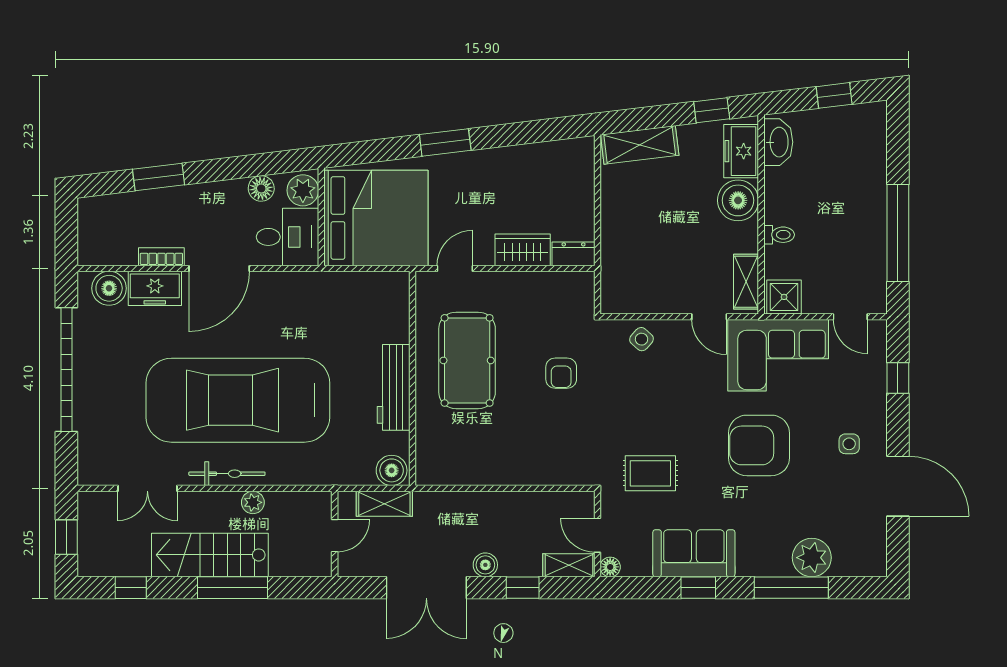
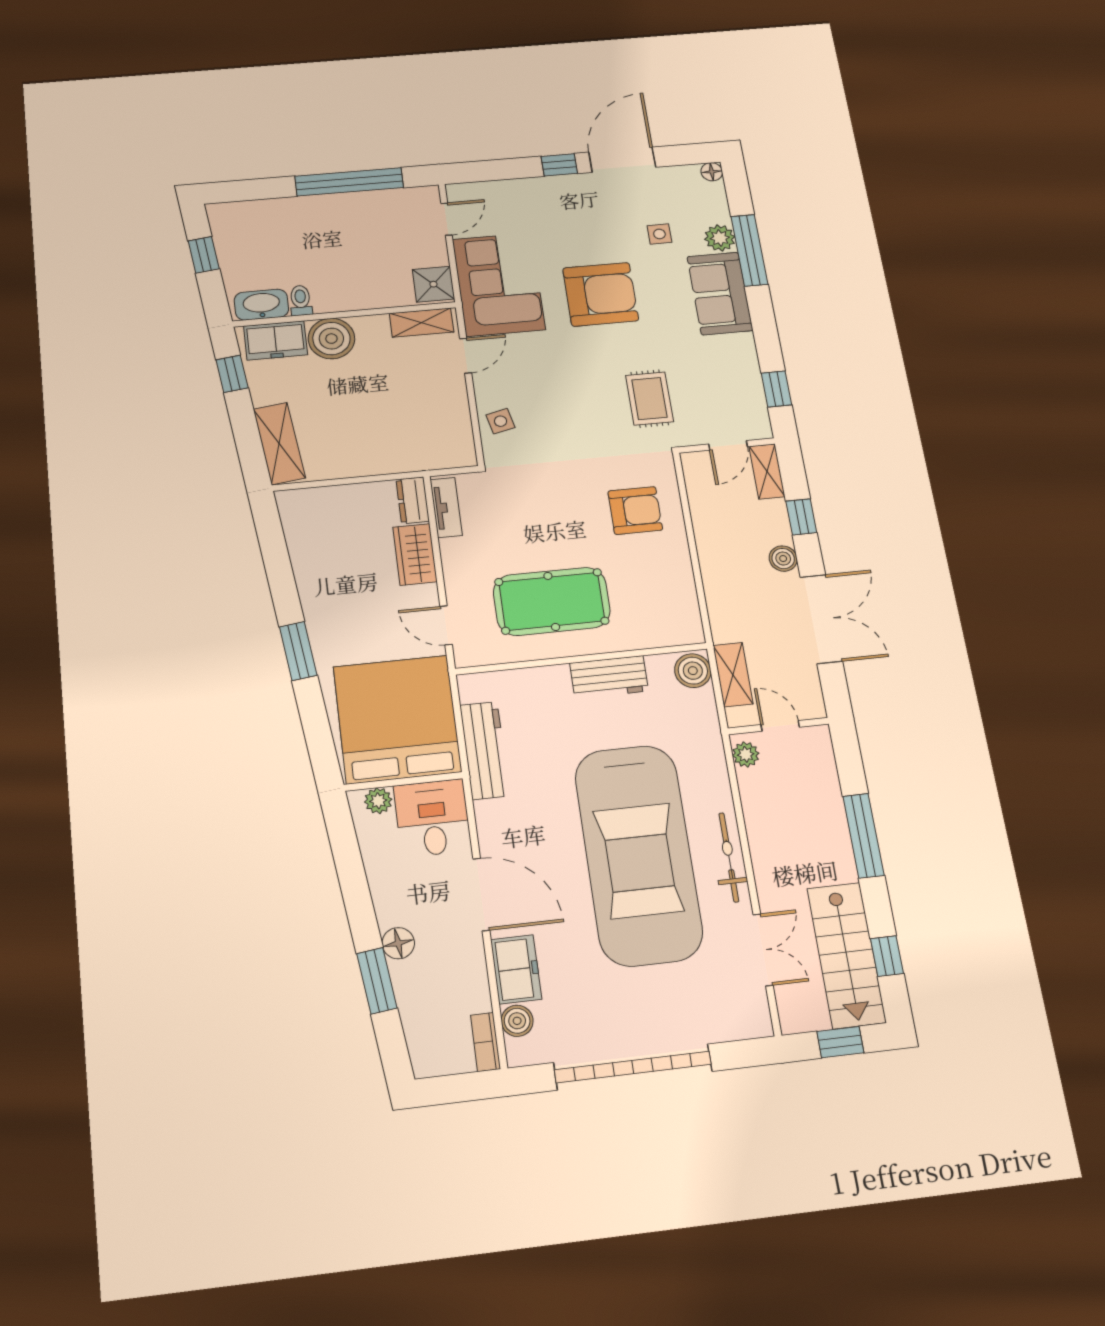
floor lamp: (261, 188) -> (398, 943), moved
plant: (303, 190) -> (378, 801), width x0.73, depth x0.73
toilet: (779, 235) -> (301, 300), moved
bookcase: (161, 257) -> (486, 1042), moved
tv unit: (564, 282) -> (446, 507), added
workbench: (341, 287) -> (485, 750), added
boiler: (109, 288) -> (517, 1021), width x0.73, depth x0.73
side table: (641, 339) -> (500, 421), turned 35
armchair: (561, 373) -> (635, 511), moved, width x1.38, depth x1.38
window: (898, 378) -> (559, 165), moved
workbench: (394, 387) -> (609, 677), width x0.73
side table: (849, 444) -> (659, 234), moved
armchair: (759, 445) -> (601, 294), turned -90
plant: (253, 502) -> (746, 754), moved
sofa: (694, 553) -> (720, 293), moved
stairs: (210, 555) -> (846, 955), moved
plant: (812, 558) -> (720, 238), width x0.73, depth x0.73
floor lamp: (610, 567) -> (712, 172), moved
window: (698, 588) -> (776, 389), moved

